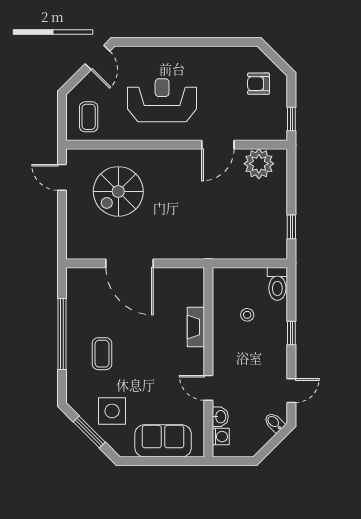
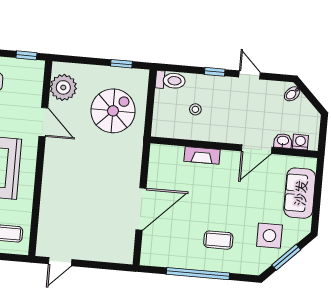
spiral stairs: (118, 191) -> (113, 111), moved, turned -90
door: (208, 388) -> (257, 149), width x1.37
door: (291, 391) -> (249, 75), moved

